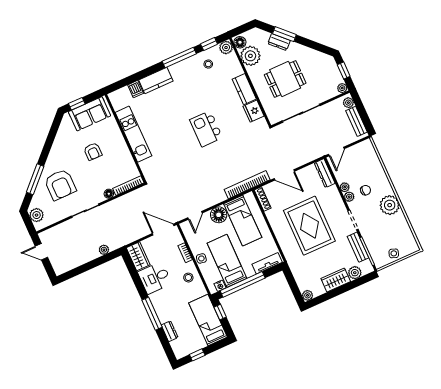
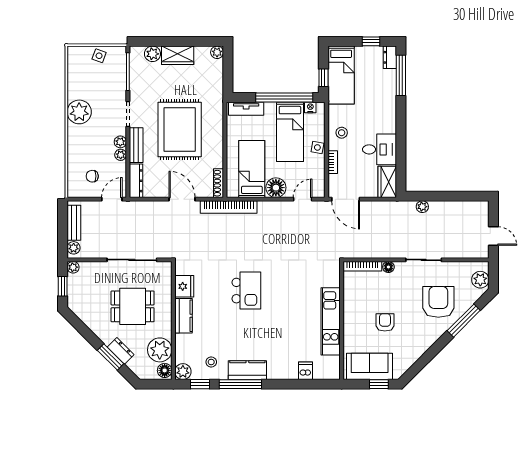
kitchen counter: (156, 81) -> (247, 370), moved
chair: (366, 190) -> (92, 176), moved
bench: (358, 247) -> (136, 145), moved
window: (152, 314) -> (401, 75), moved
dresser: (170, 331) -> (390, 57), moved

